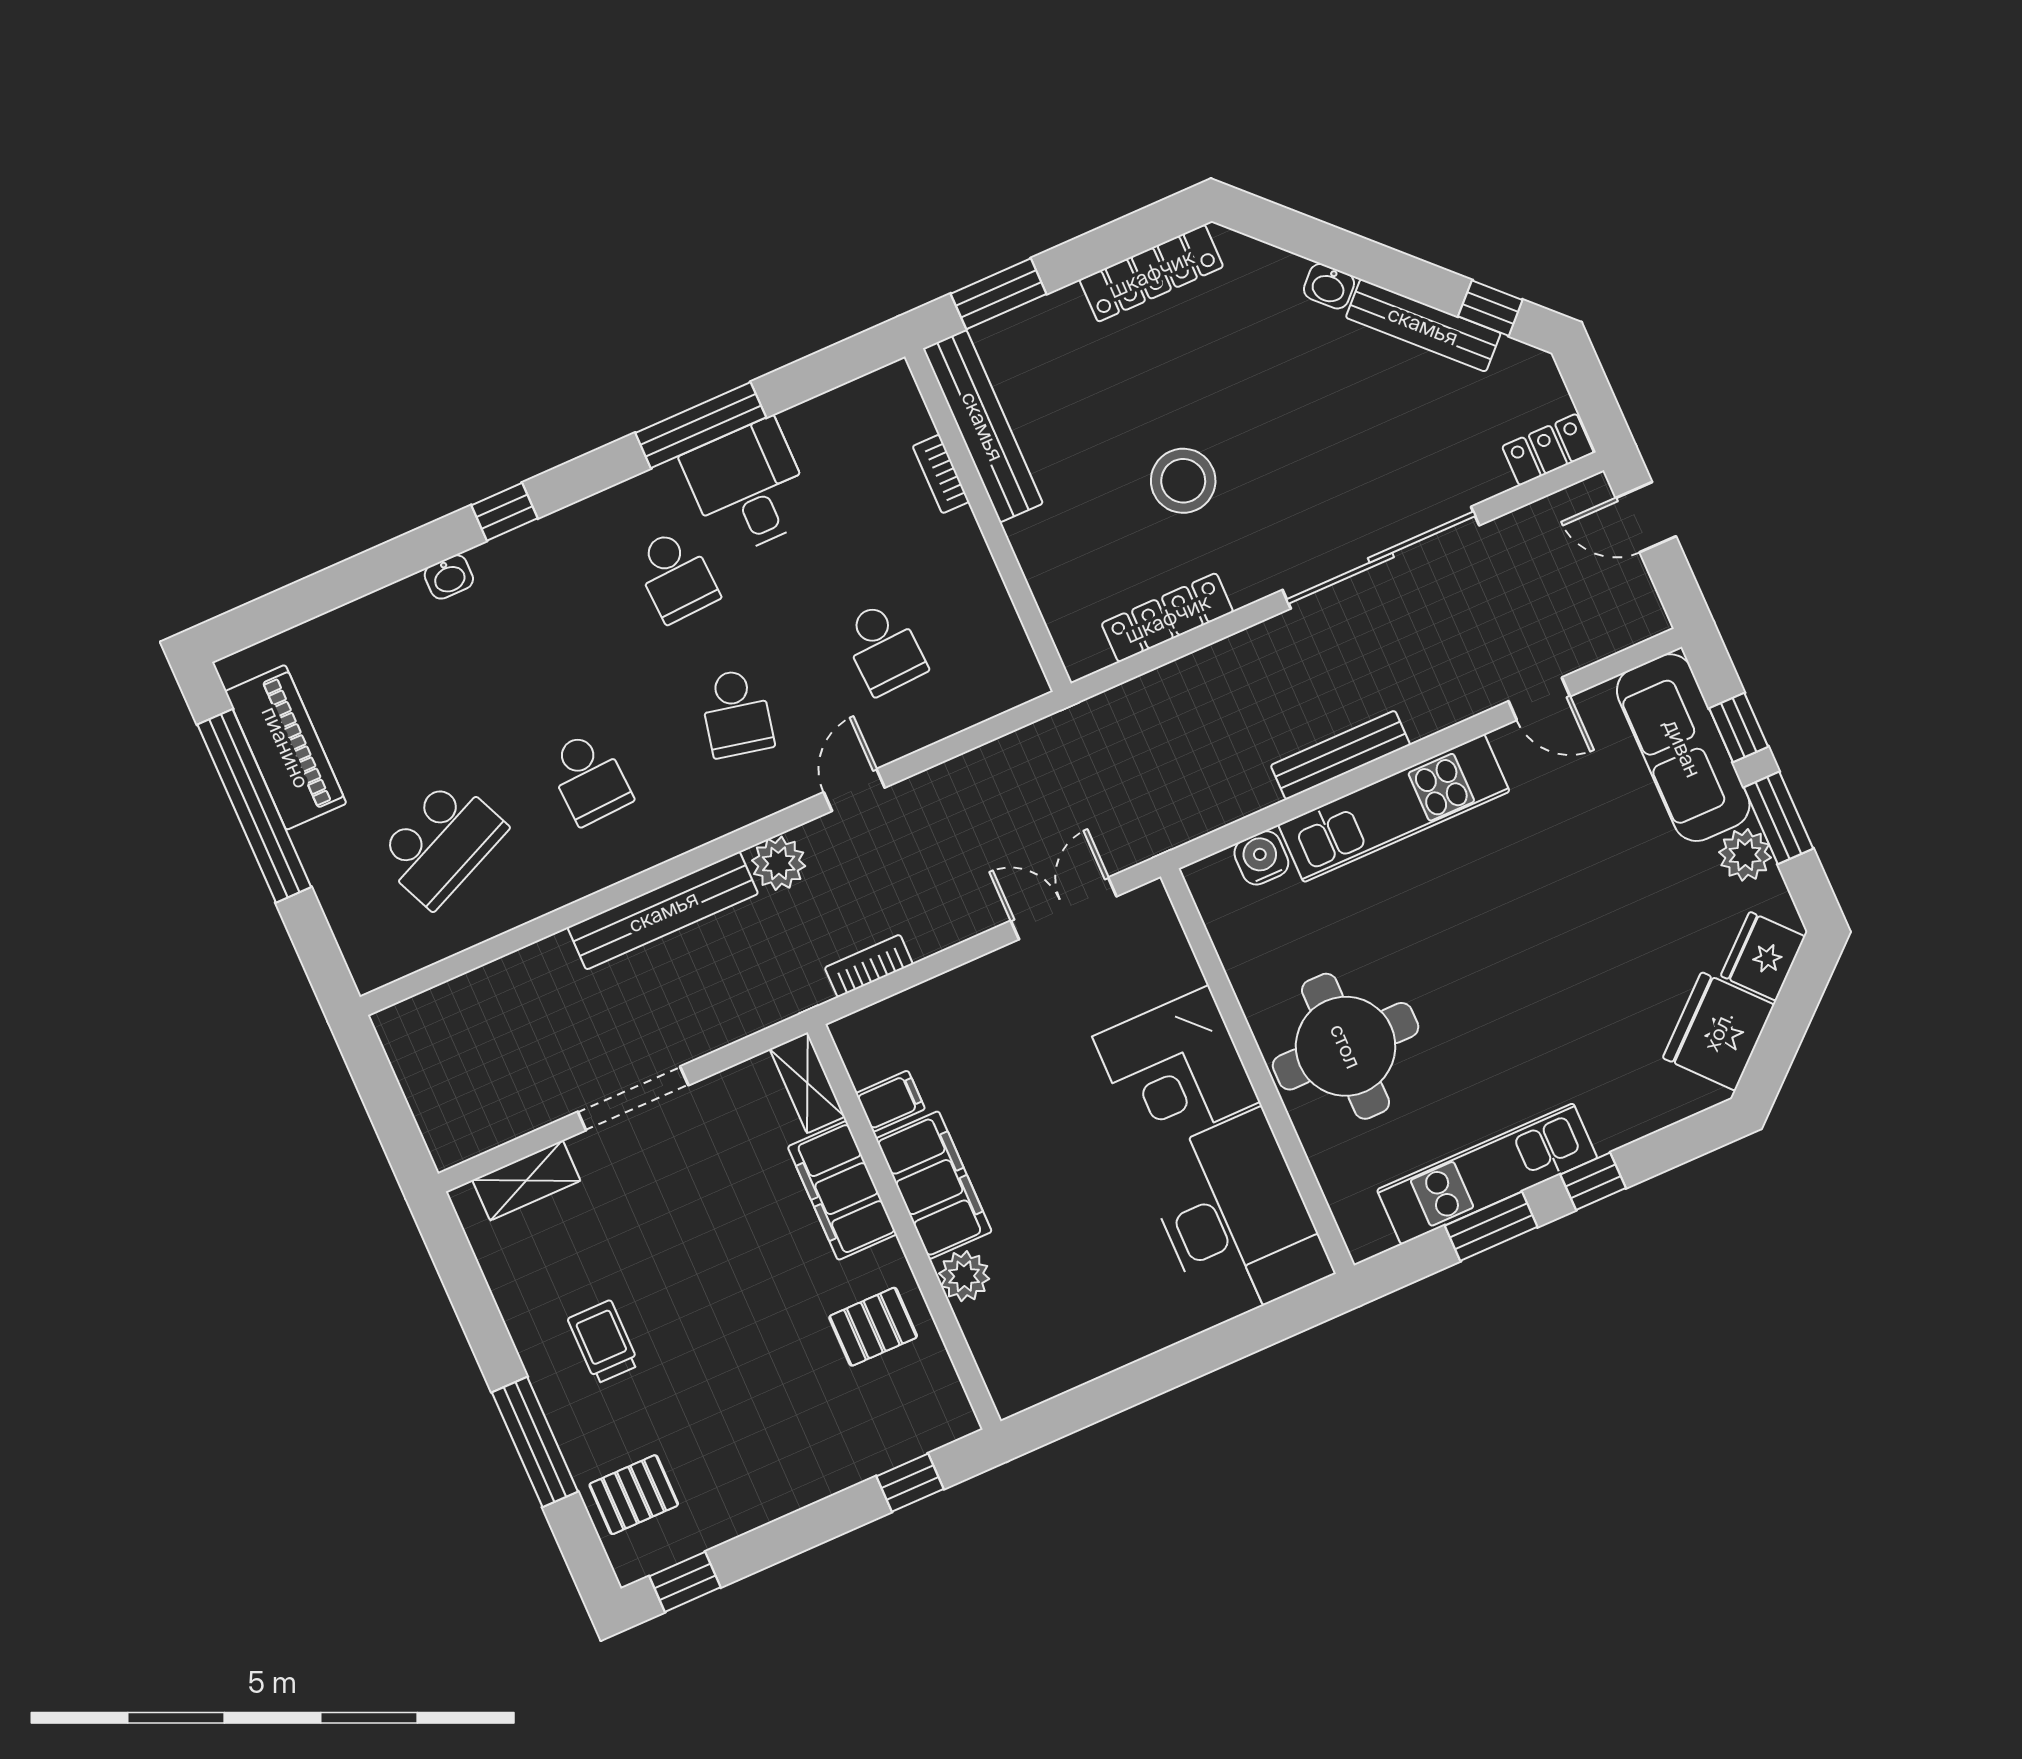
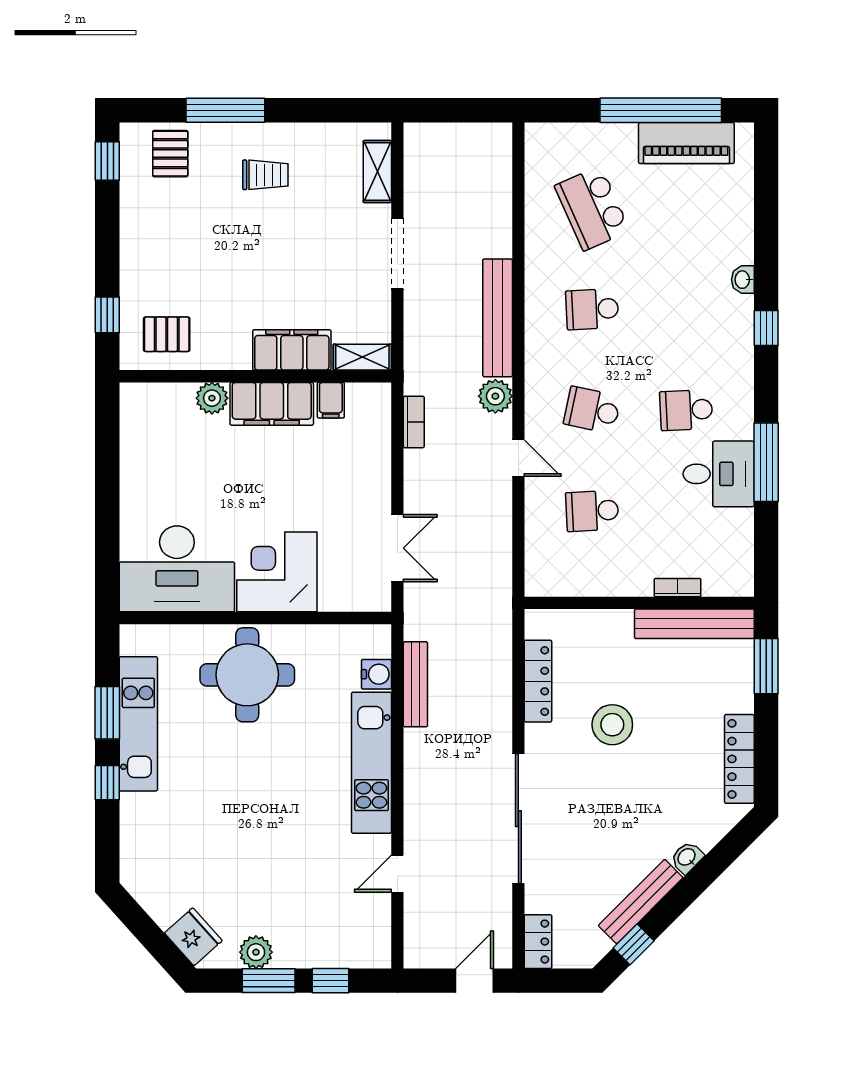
sofa: (1683, 748) -> (333, 944), removed
bench: (1340, 755) -> (415, 684), moved
fridge: (1718, 1031) -> (162, 892), removed
pallet: (873, 1327) -> (167, 334), moved, turned 90

